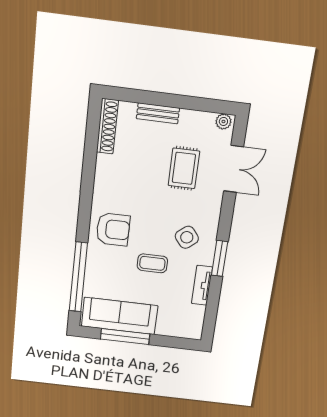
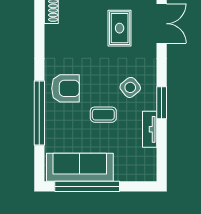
window: (78, 277) -> (39, 113), moved
window: (125, 336) -> (87, 186), width x1.46

